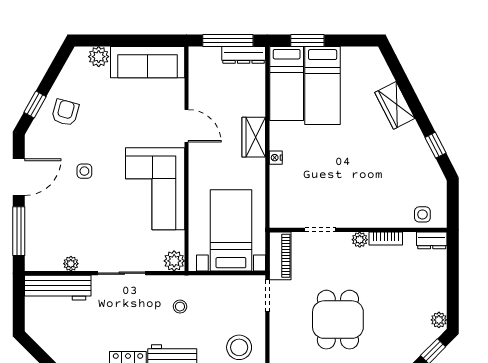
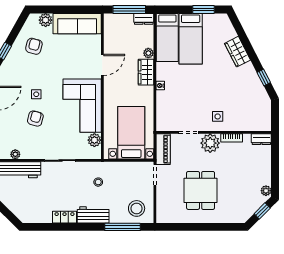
window: (307, 40) -> (204, 10), moved
dresser: (244, 55) -> (144, 19), width x0.70
plant: (257, 108) -> (148, 53), added
armchair: (65, 113) -> (34, 46), moved
door: (186, 126) -> (102, 65), hinge flipped
armchair: (83, 209) -> (35, 119), added
side table: (422, 214) -> (218, 116), moved
plant: (360, 240) -> (210, 143), width x1.87, depth x1.87
plant: (174, 261) -> (94, 140), moved
plant: (71, 264) -> (15, 154), moved

